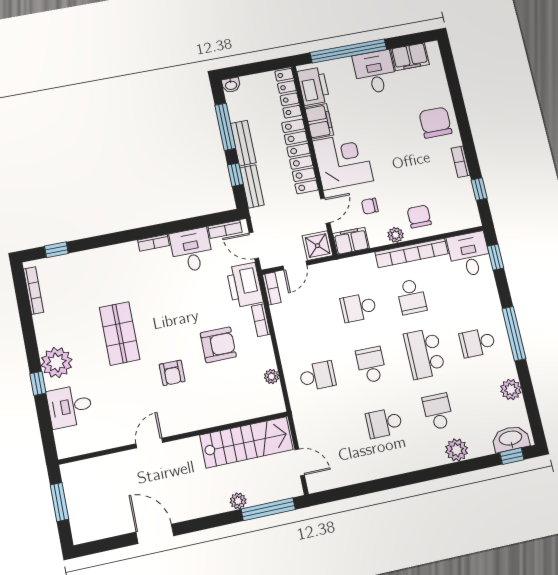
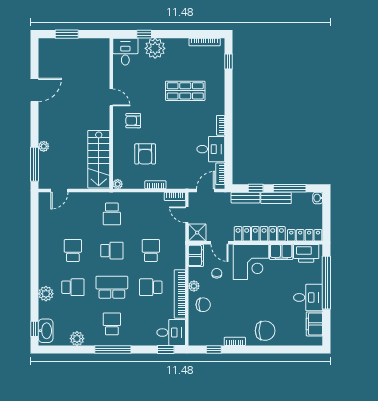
printer: (245, 285) -> (181, 179), removed
shop shelf: (120, 334) -> (185, 91), moved
wall: (174, 438) -> (111, 114), moved
stairs: (246, 442) -> (99, 159), moved
door: (149, 443) -> (111, 97), moved

